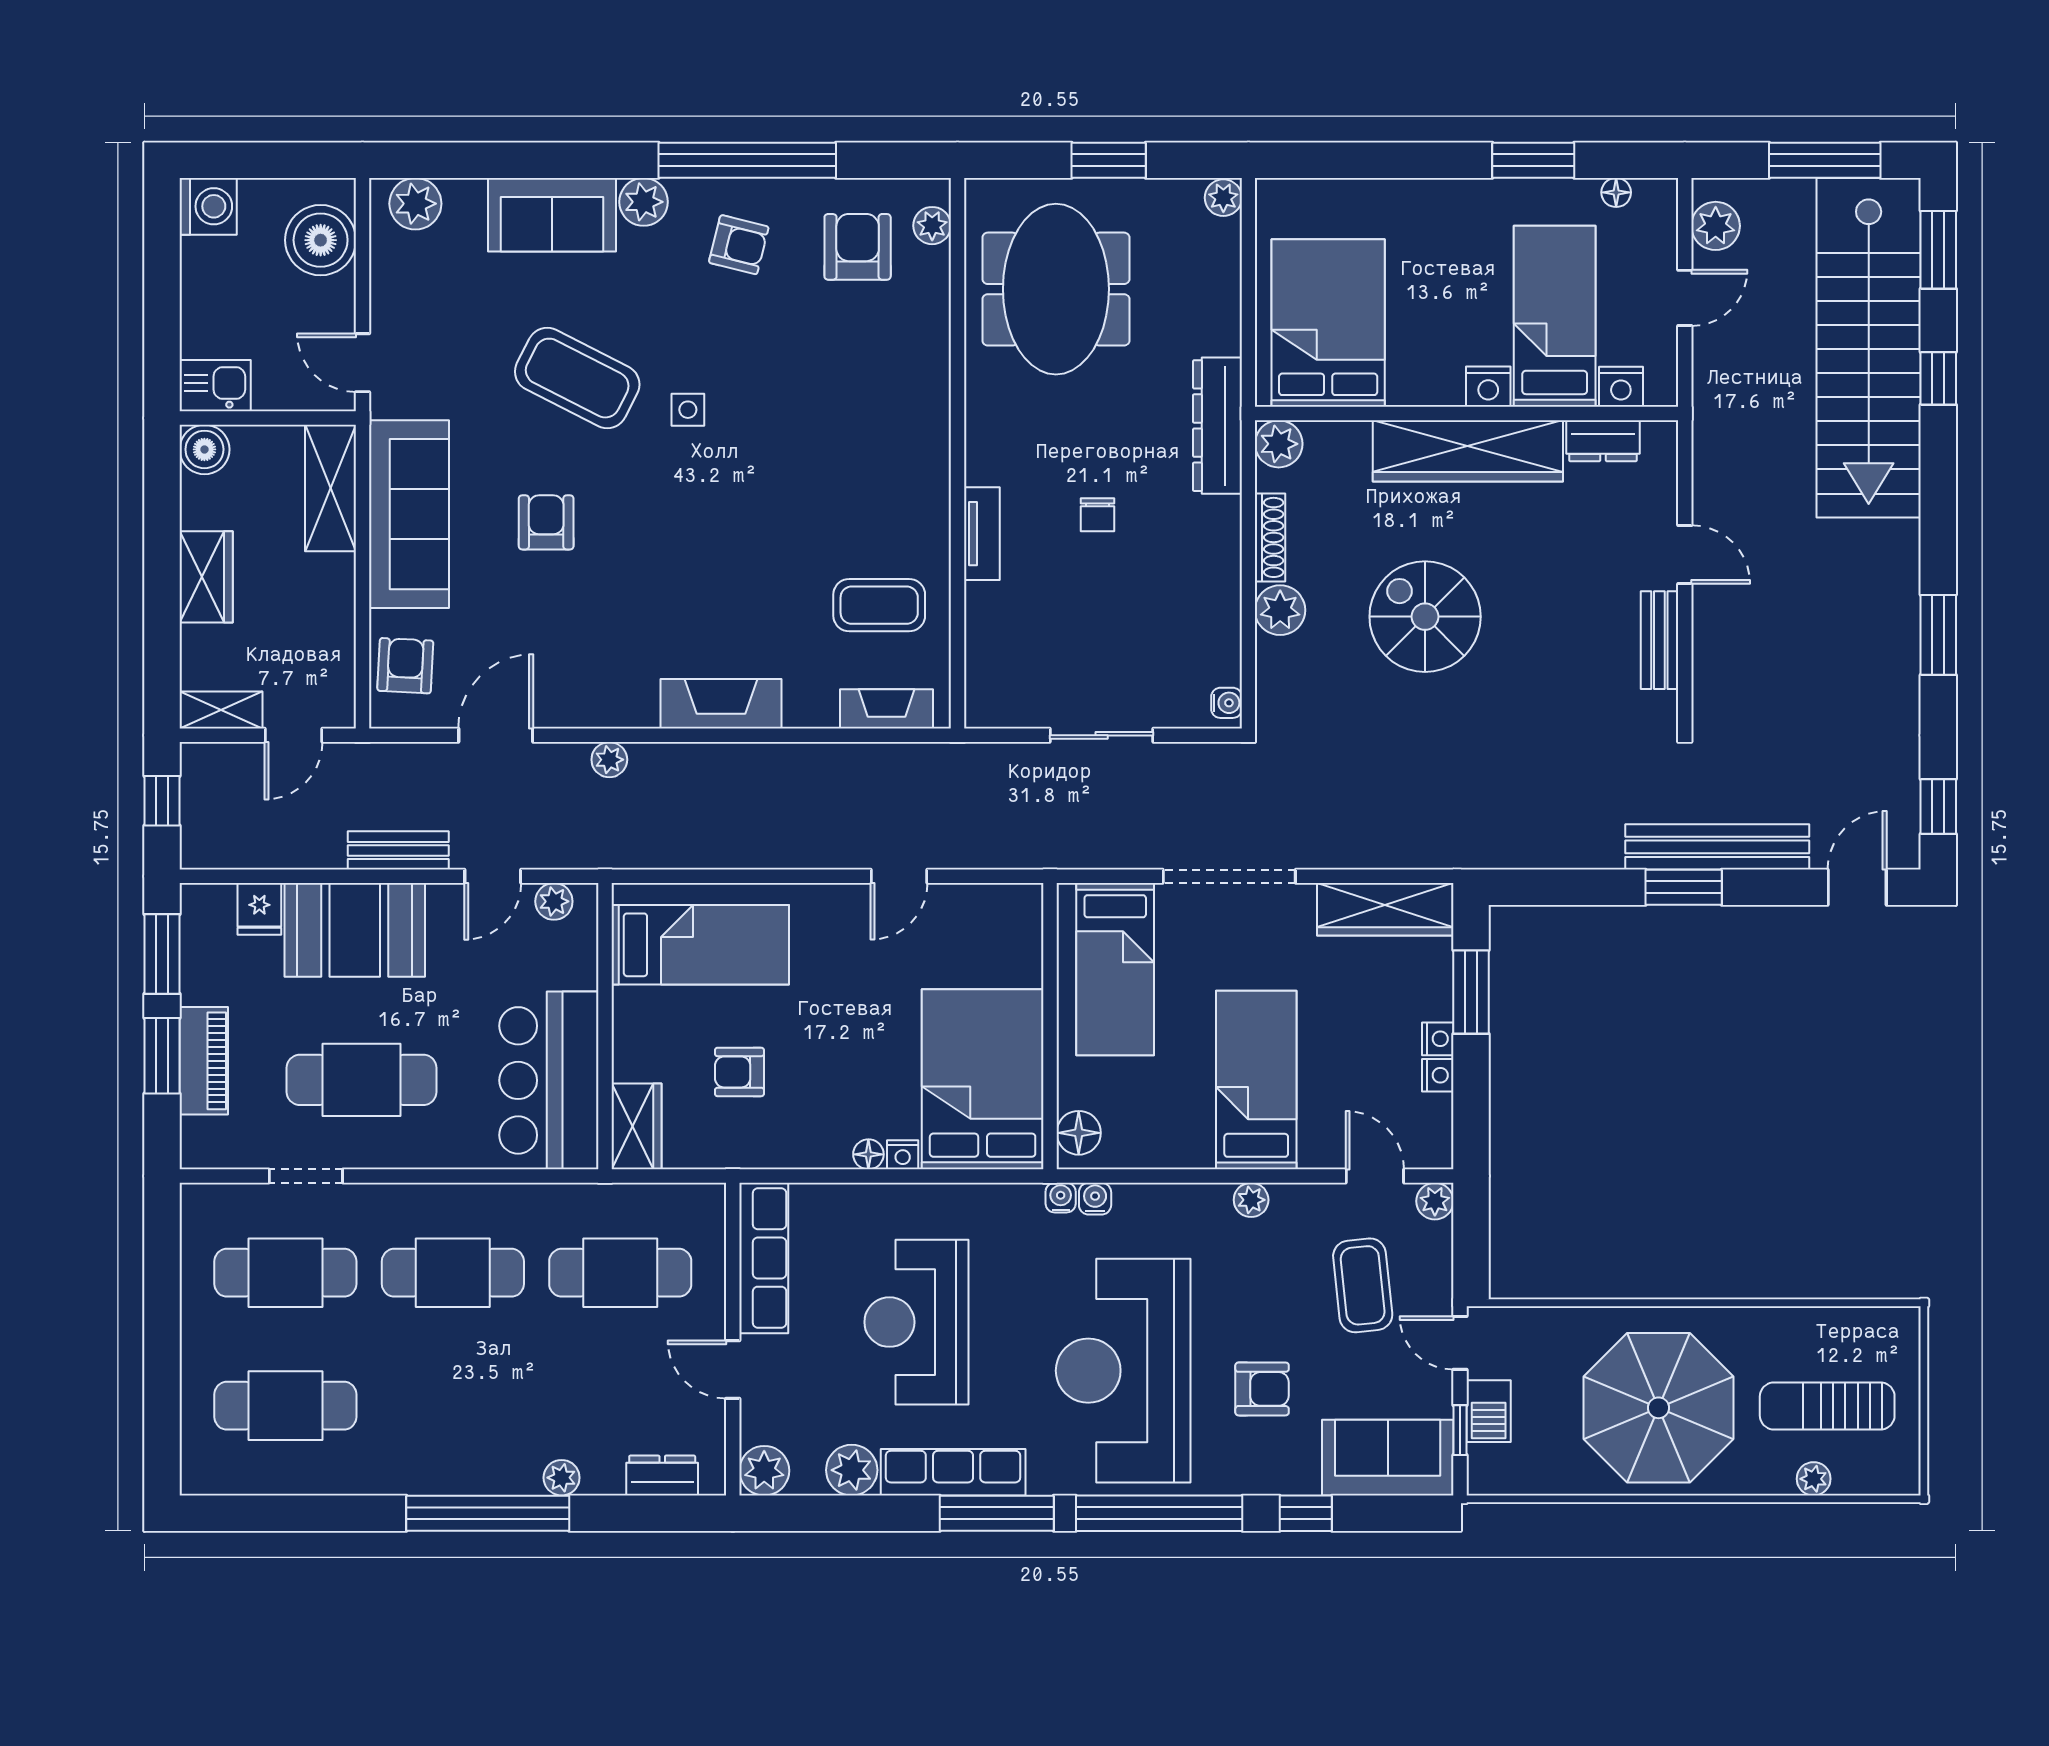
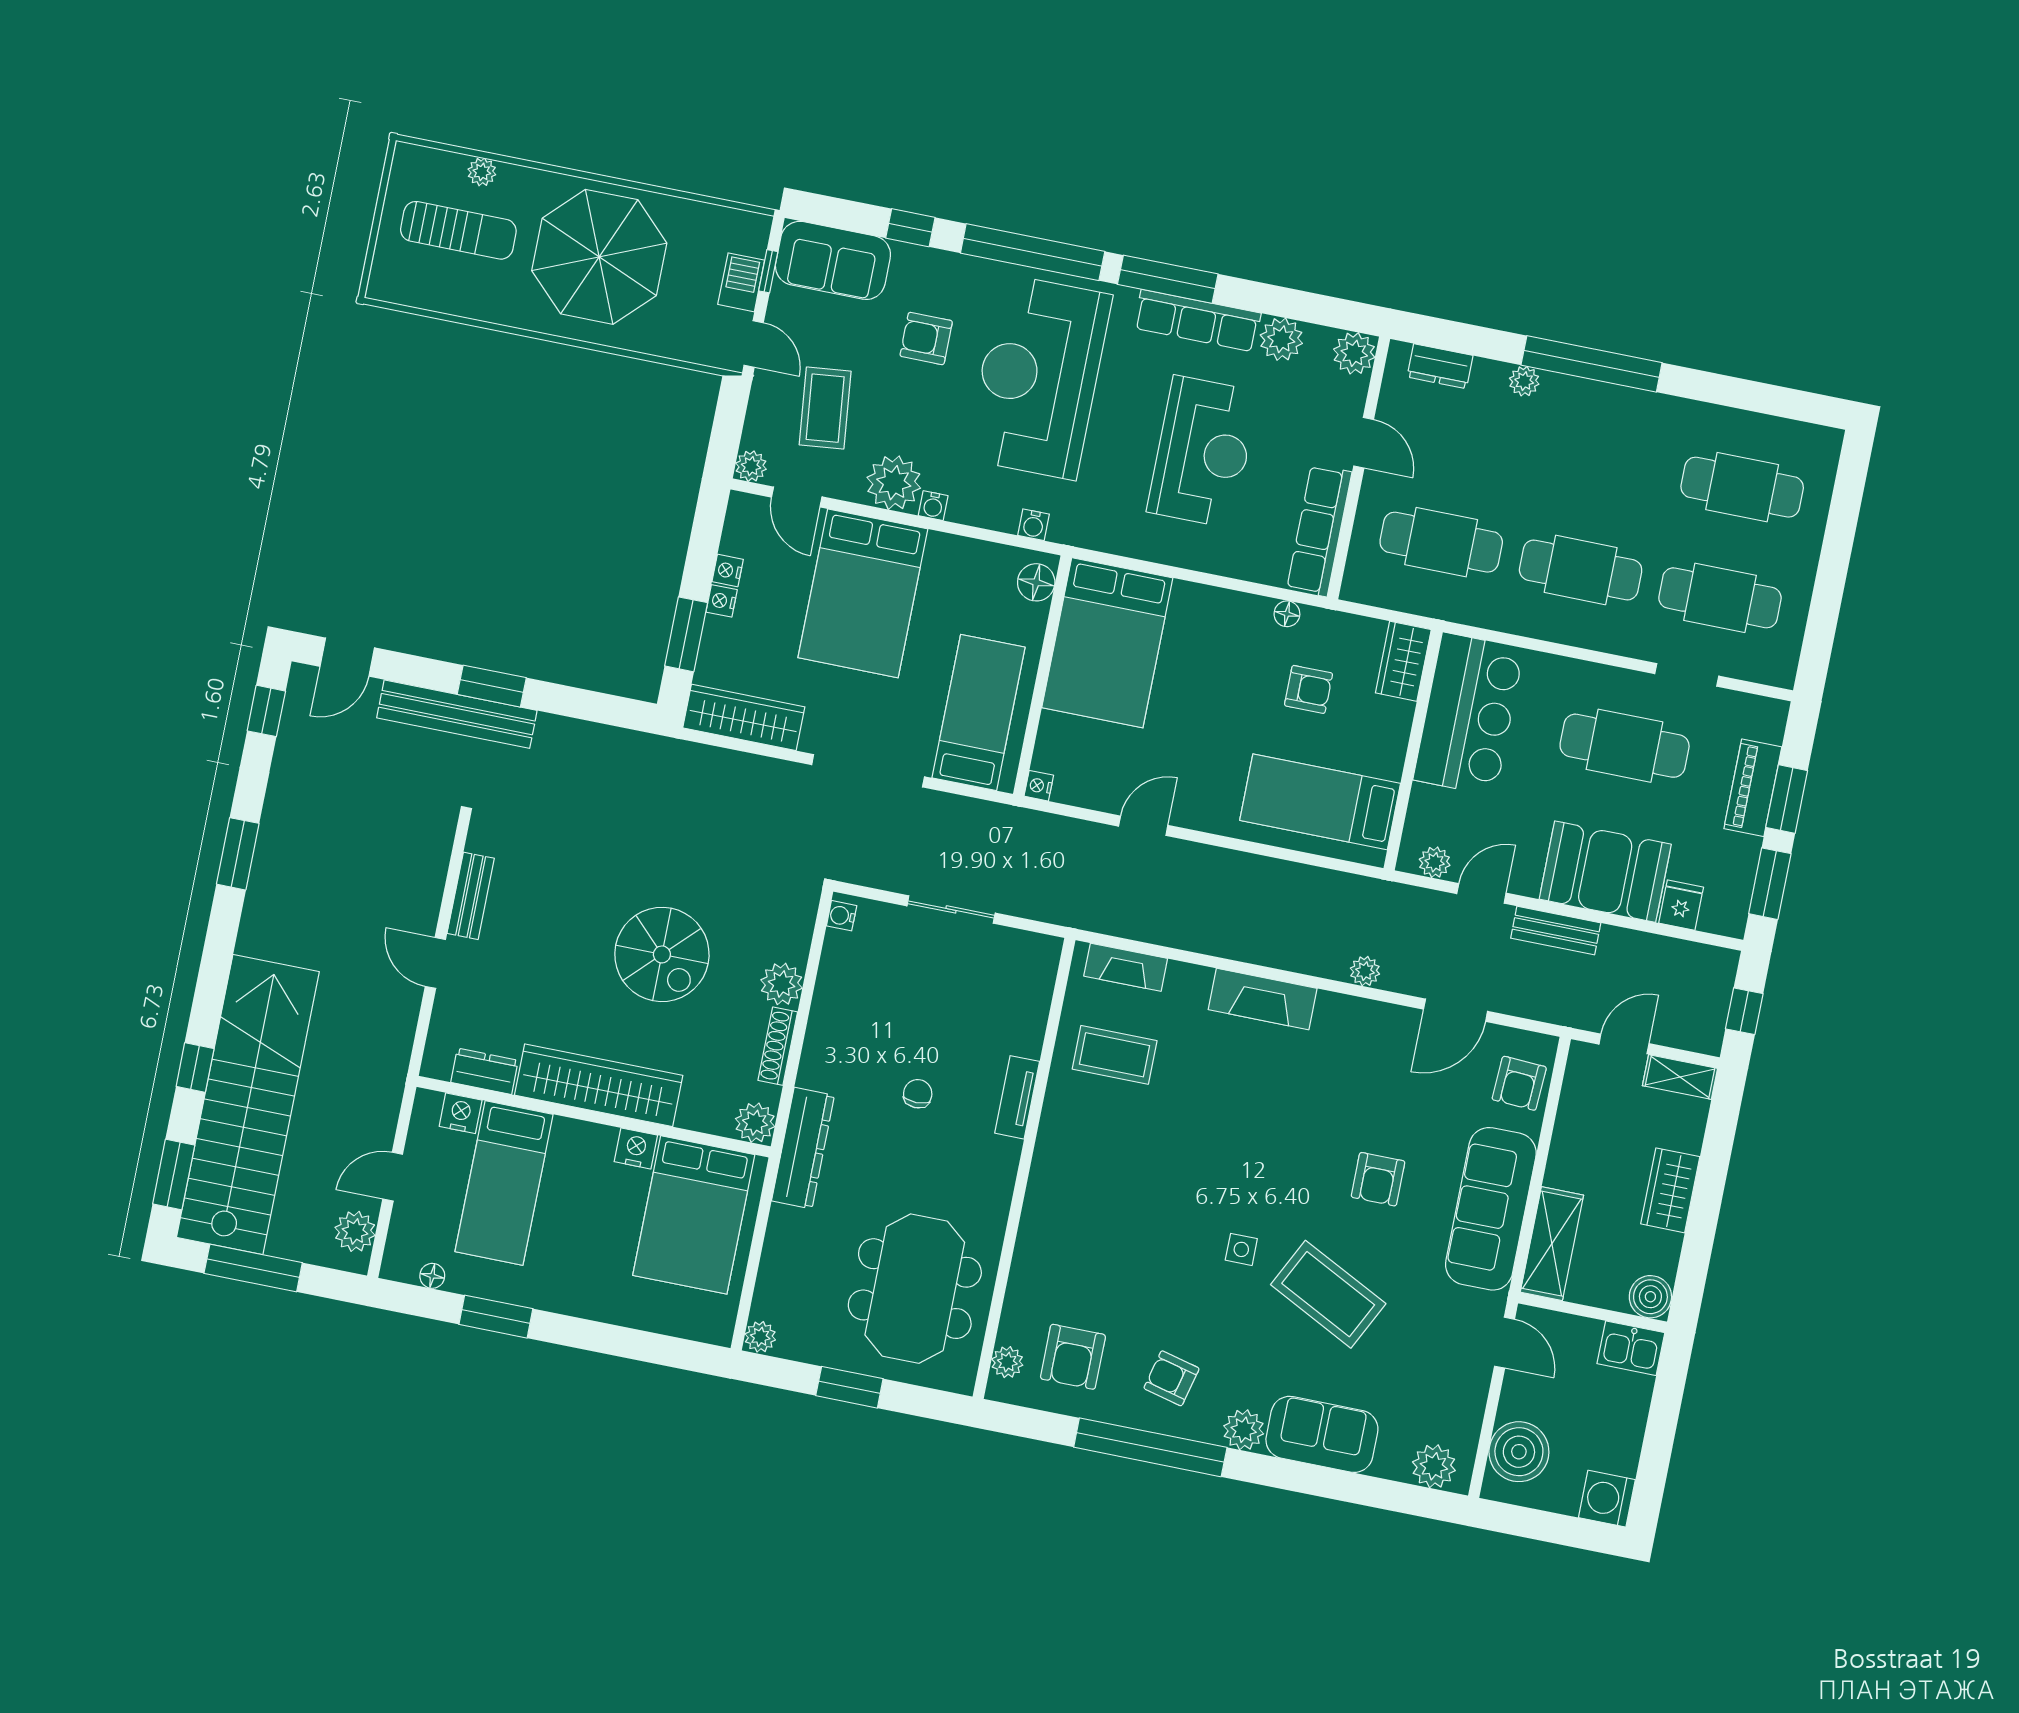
nightstand: (1488, 387) -> (636, 1148), moved
bed: (1256, 1080) -> (863, 593), width x1.50
floor lamp: (868, 1154) -> (1287, 614), moved
nightstand: (903, 1155) -> (1039, 786), moved, turned -90
water cooler: (1061, 1198) -> (933, 506), moved
plant: (1251, 1200) -> (894, 483), width x1.88, depth x1.88
reception desk: (1123, 1371) -> (1039, 377), turned 180

